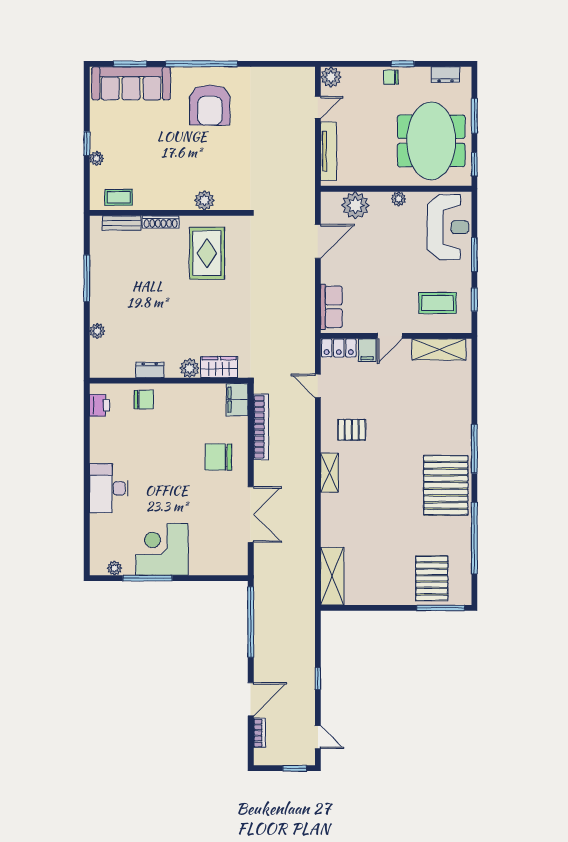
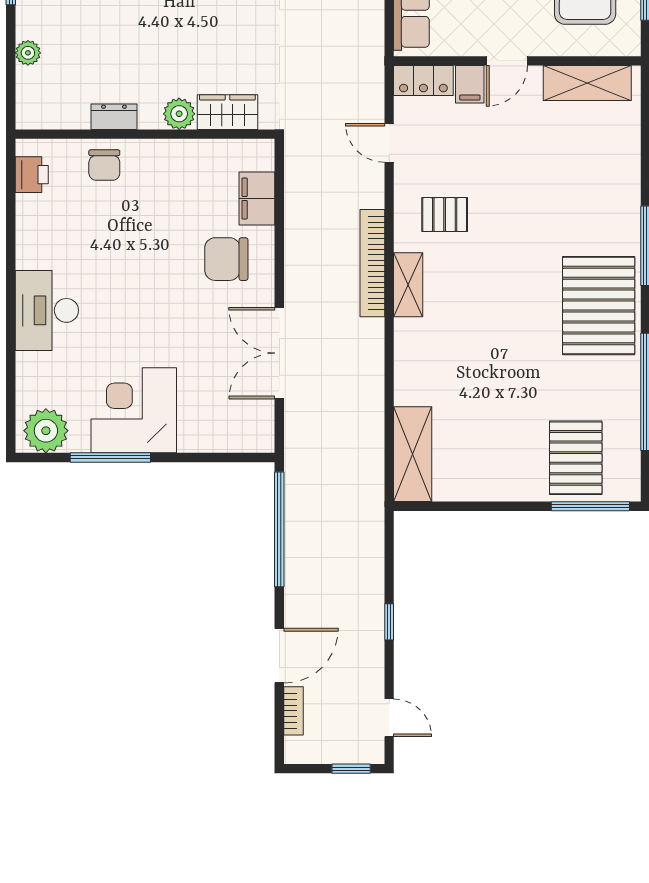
chair: (144, 400) -> (104, 165), turned 90
filing cabinet: (237, 400) -> (257, 198), moved
bookcase: (261, 427) -> (372, 263), moved, turned 180
double door: (251, 514) -> (279, 353), swing flipped
plant: (115, 568) -> (46, 431), width x1.88, depth x1.88

